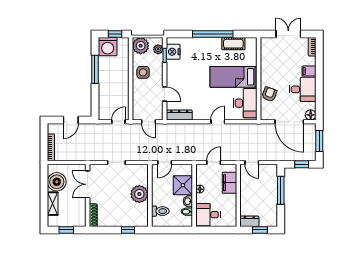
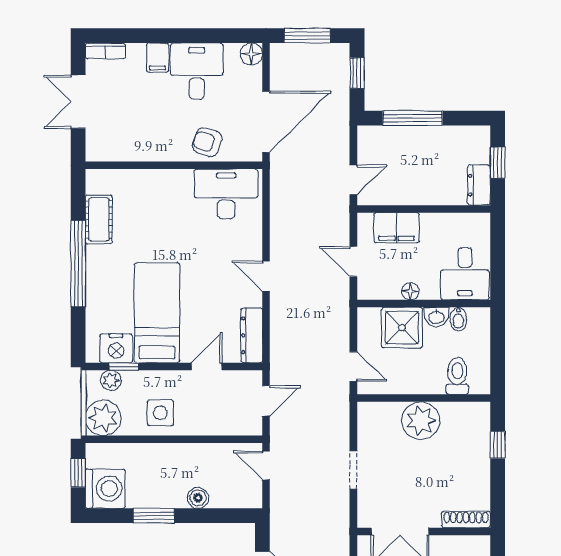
window: (95, 69) -> (154, 516), width x0.69
bed: (233, 77) -> (157, 313), moved, turned 180
boiler: (103, 90) -> (198, 498), added
door: (218, 122) -> (266, 276), moved
door: (289, 122) -> (266, 122), moved

